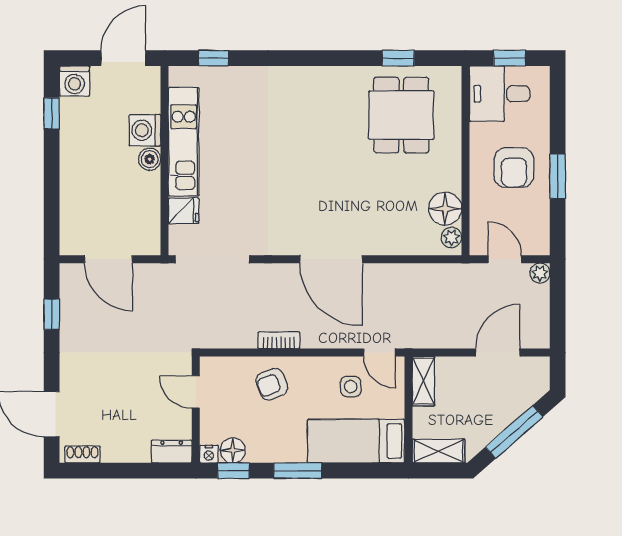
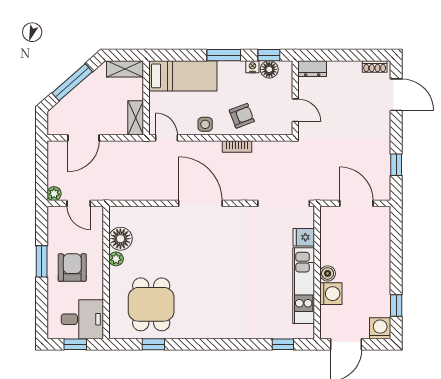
plant: (451, 238) -> (116, 259), moved
side table: (351, 387) -> (205, 124), moved
nightstand: (209, 454) -> (252, 67), moved

